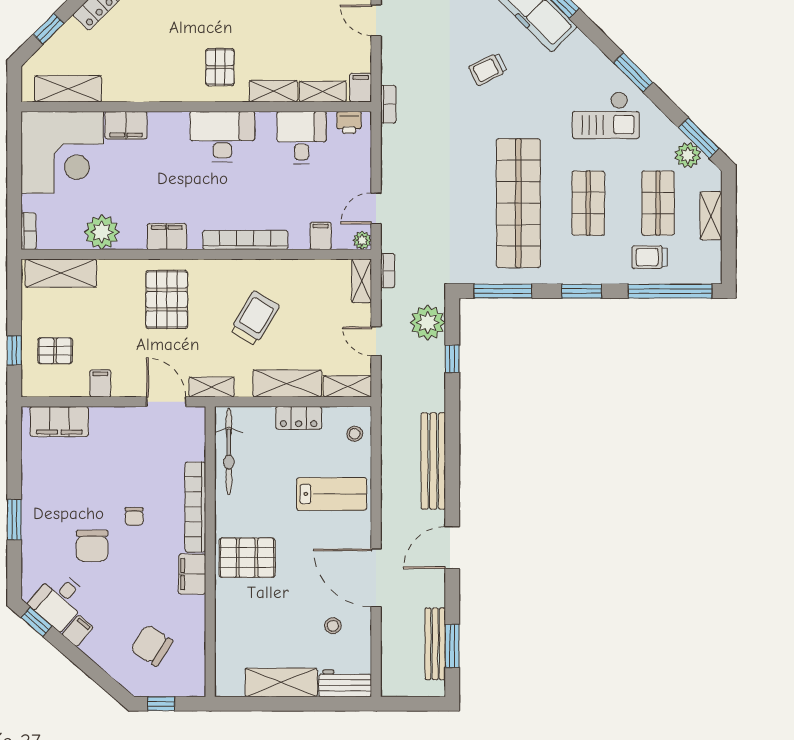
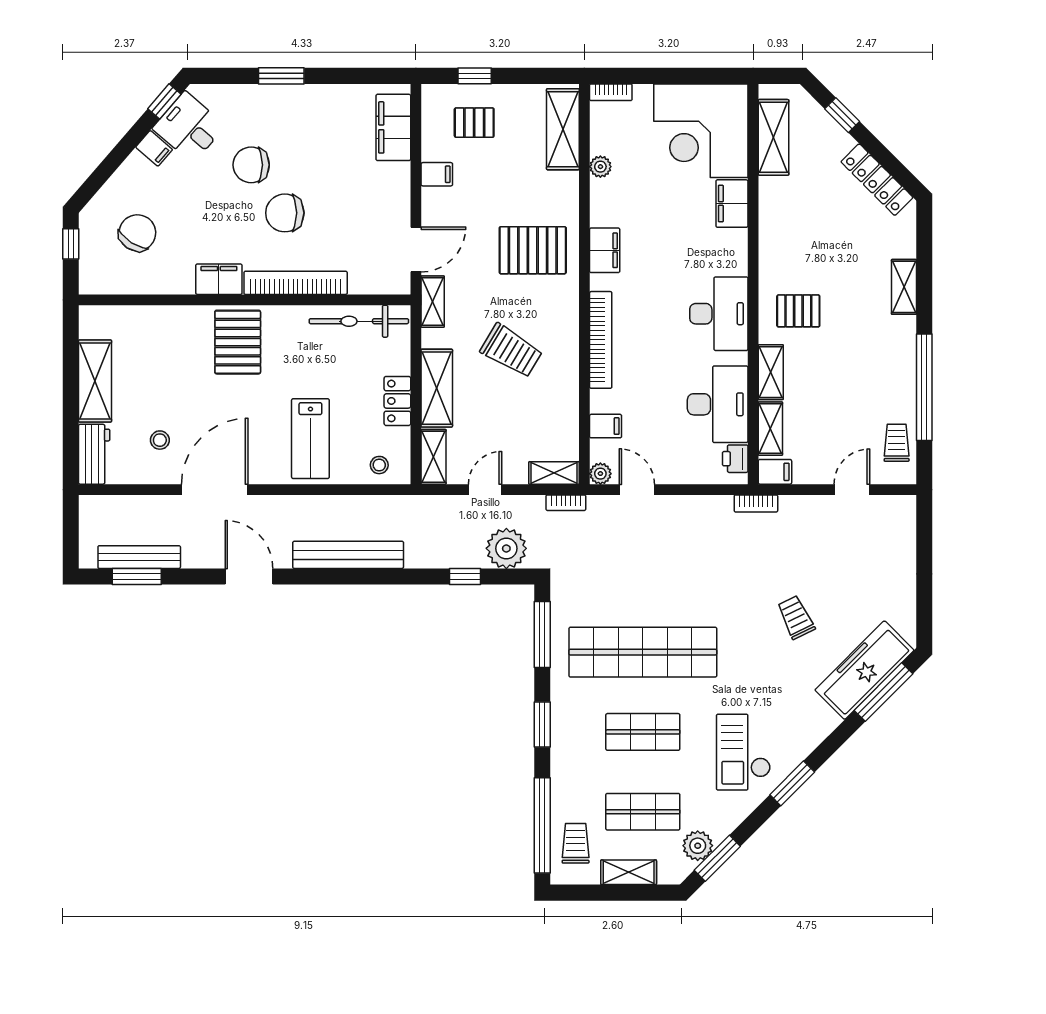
desk: (302, 138) -> (718, 404), width x1.37
plant: (102, 232) -> (600, 167), width x0.53, depth x0.53
trolley: (650, 257) -> (576, 843), moved
pallet: (55, 351) -> (474, 123), turned 90
chair: (134, 516) -> (285, 213), width x1.87, depth x1.87

